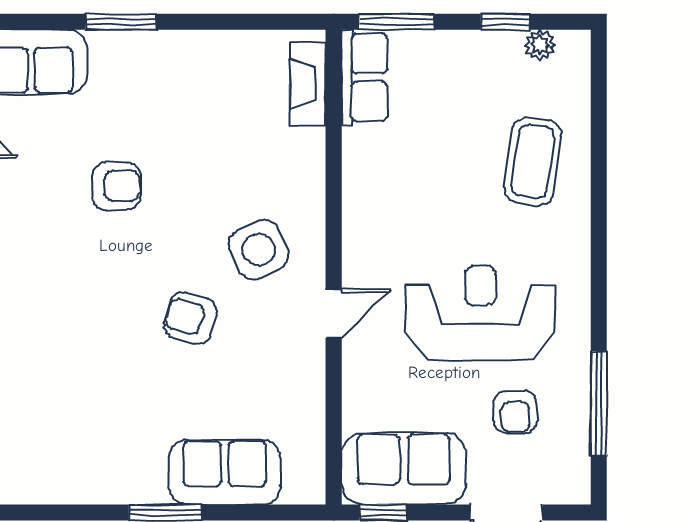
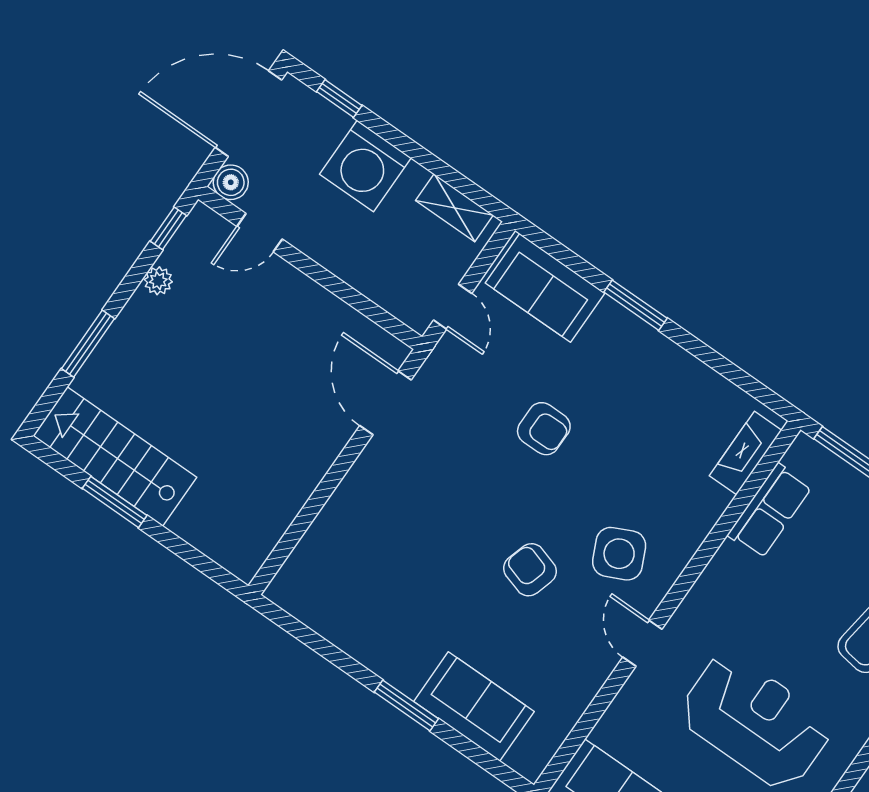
row of seats: (364, 77) -> (770, 511), moved
door: (334, 314) -> (642, 643), swing flipped

